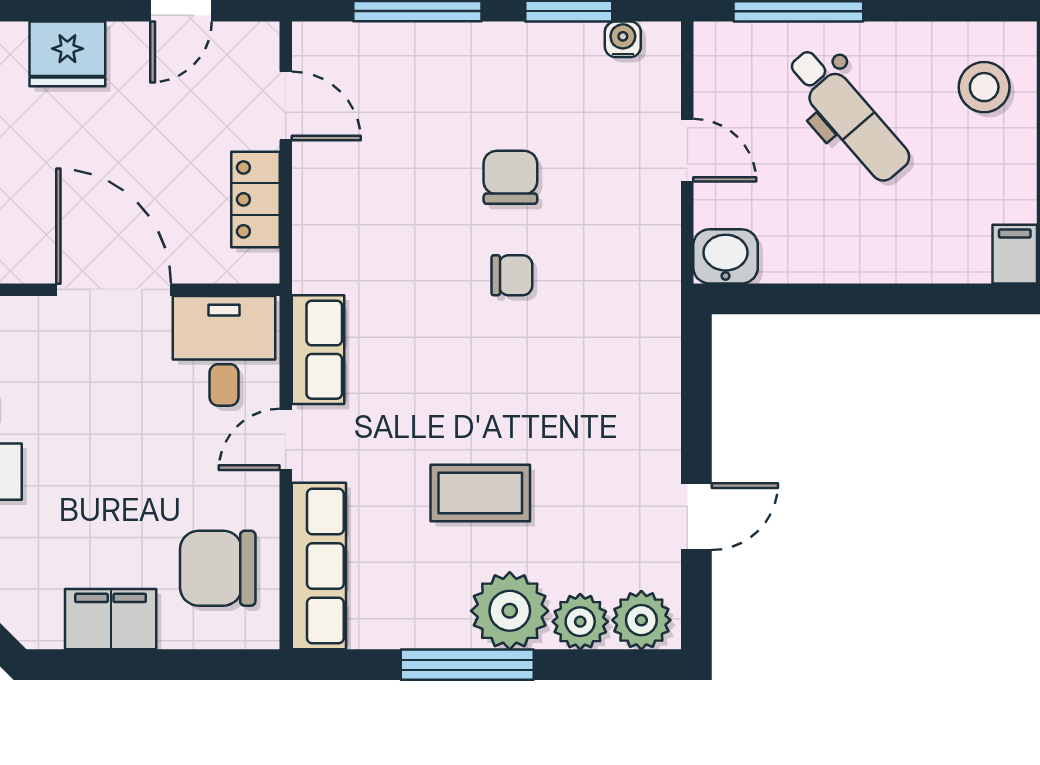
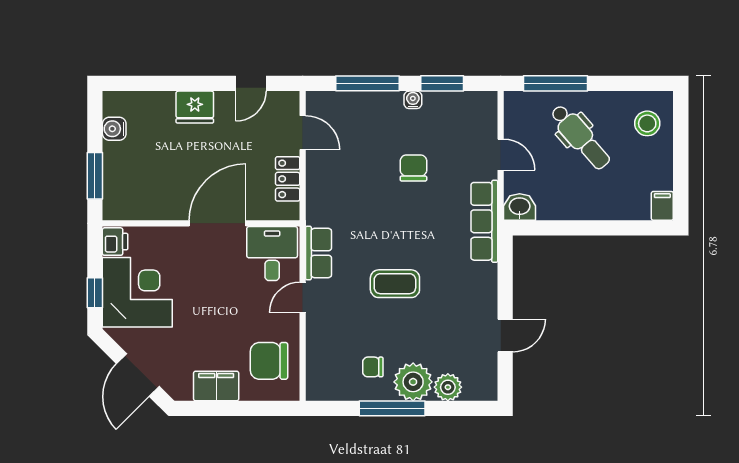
water cooler: (623, 39) -> (413, 100), moved
chair: (512, 275) -> (373, 367), moved, turned 180
door: (114, 290) -> (218, 223), hinge flipped
coffee table: (480, 493) -> (395, 284), moved
row of seats: (319, 566) -> (484, 221), moved, turned 180
plant: (641, 620) -> (478, 386), removed

